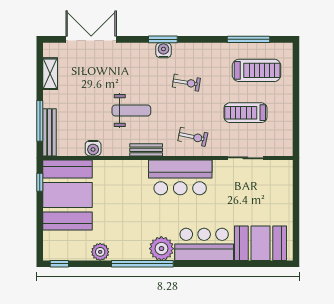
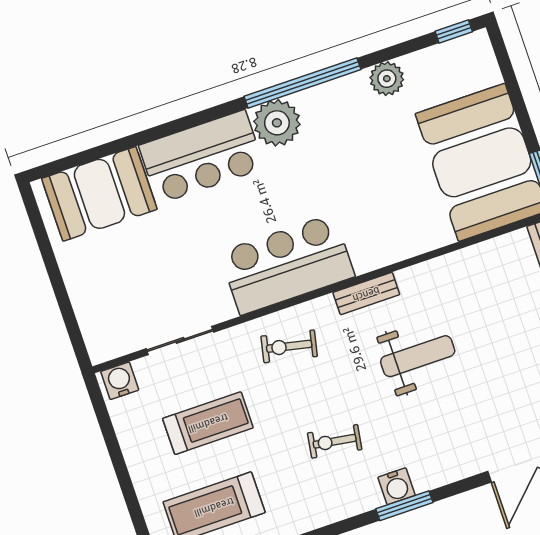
weight bench: (131, 111) -> (418, 356), turned 180
water cooler: (93, 148) -> (120, 381), moved

